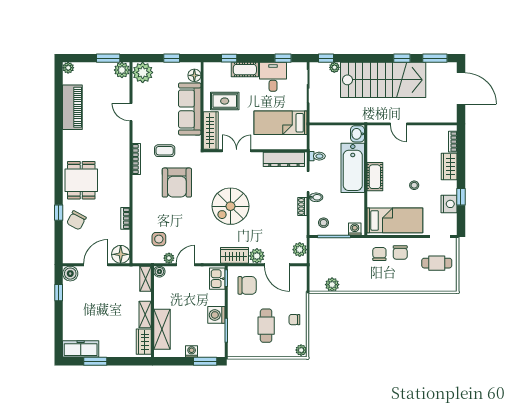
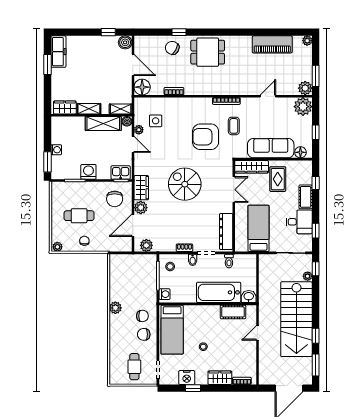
cot: (375, 177) -> (233, 312), moved
plant: (332, 285) -> (115, 308), moved
shelving: (162, 329) -> (103, 124), moved

